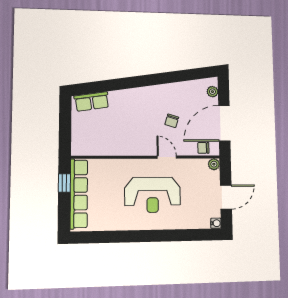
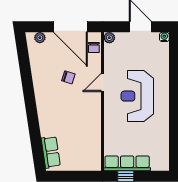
row of seats: (79, 194) -> (127, 163), width x0.73
reception desk: (153, 195) -> (137, 96), turned 180

